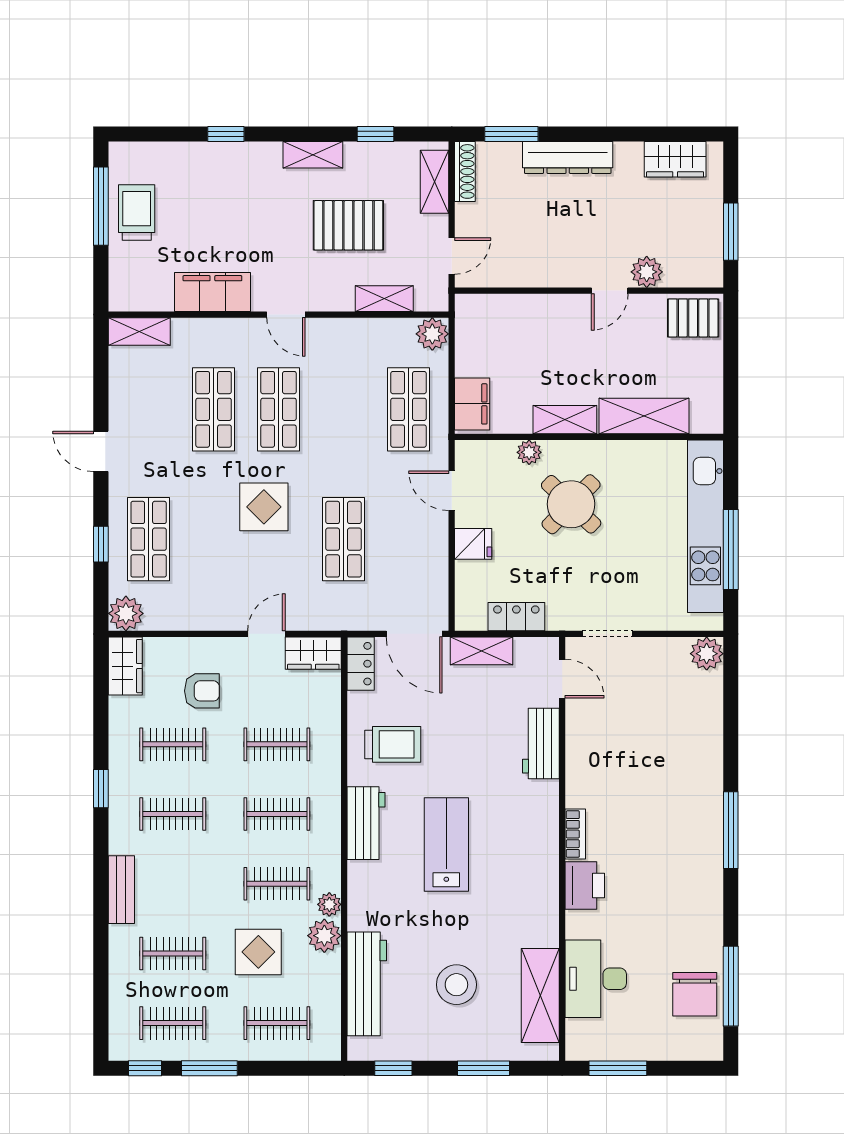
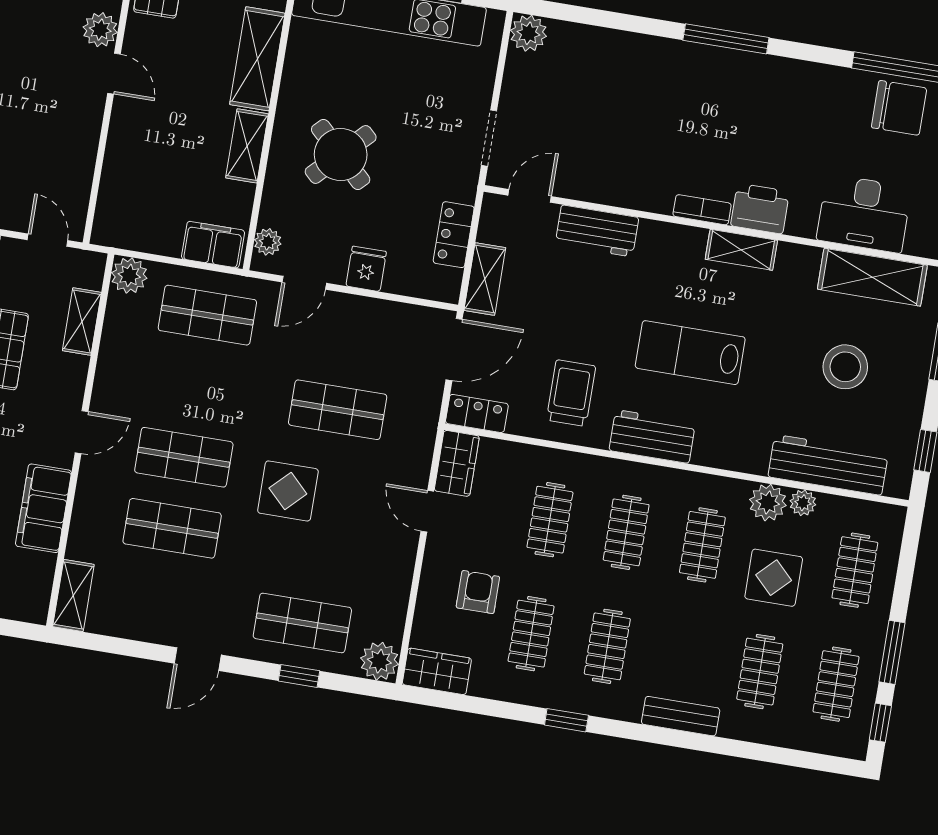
plant: (529, 452) -> (268, 242), moved
shelving: (545, 875) -> (741, 250), added
plant: (329, 904) -> (803, 503), moved

